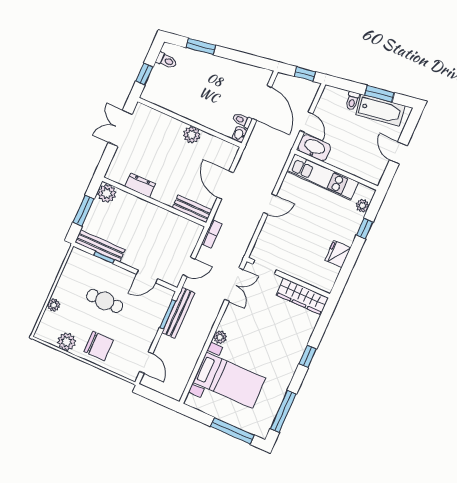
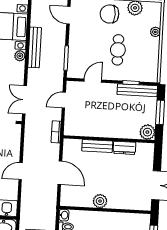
bench: (192, 209) -> (97, 146), moved
cafe table: (105, 301) -> (118, 50), turned 90
bench: (178, 313) -> (35, 47), moved

